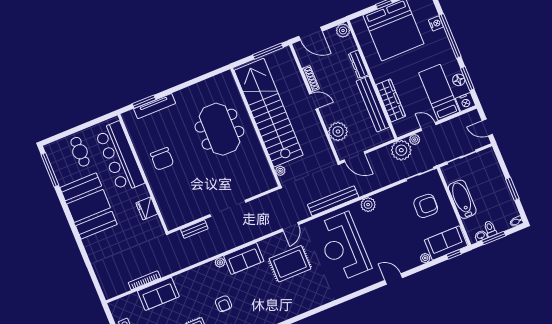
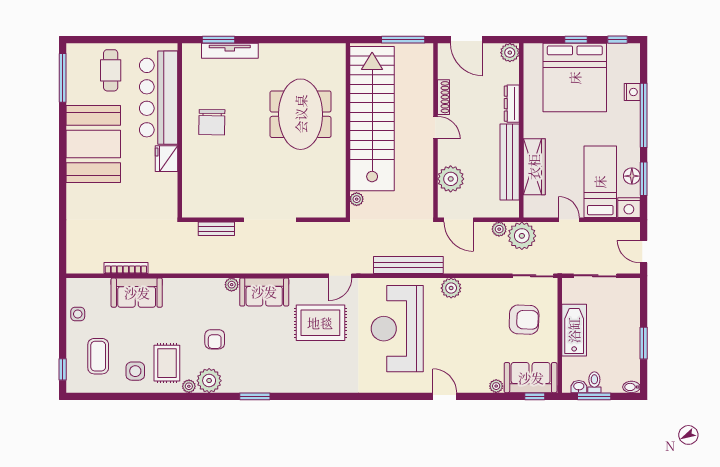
plant: (415, 139) -> (499, 229), moved
fridge: (147, 208) -> (166, 159), moved

